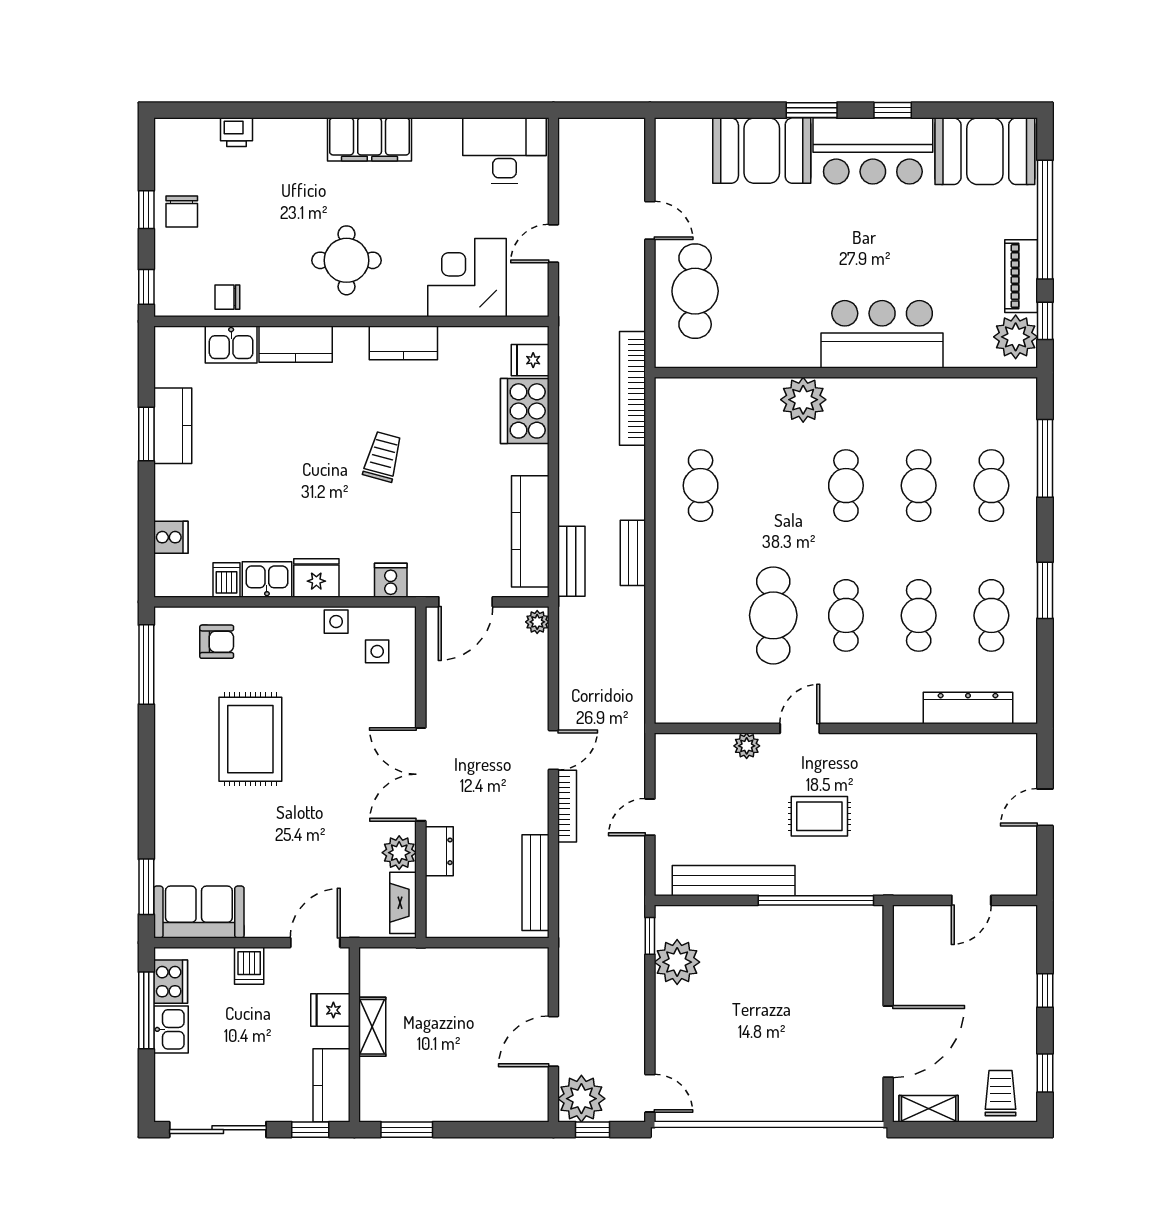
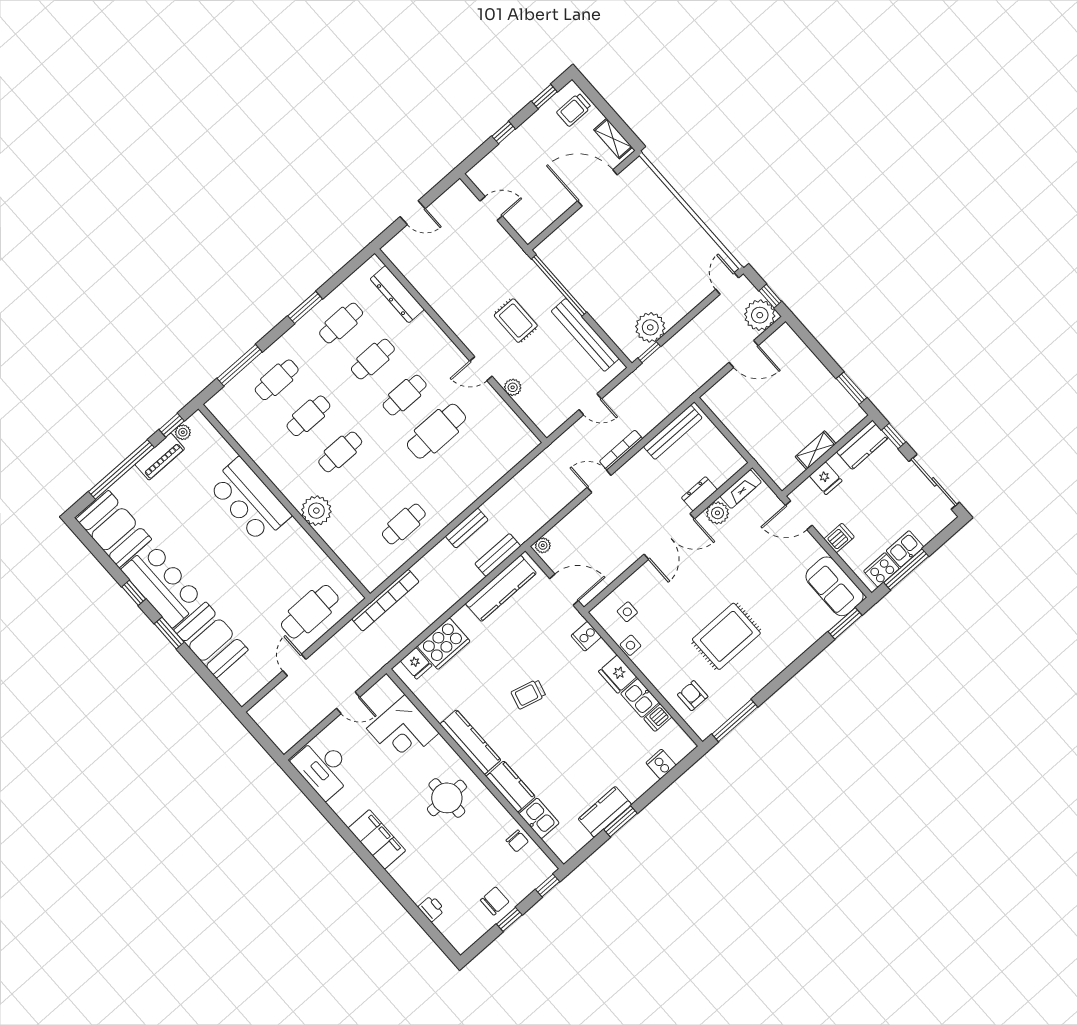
plant: (1016, 337) -> (183, 432), width x0.53, depth x0.53
kitchen counter: (403, 343) -> (470, 742), width x1.50

